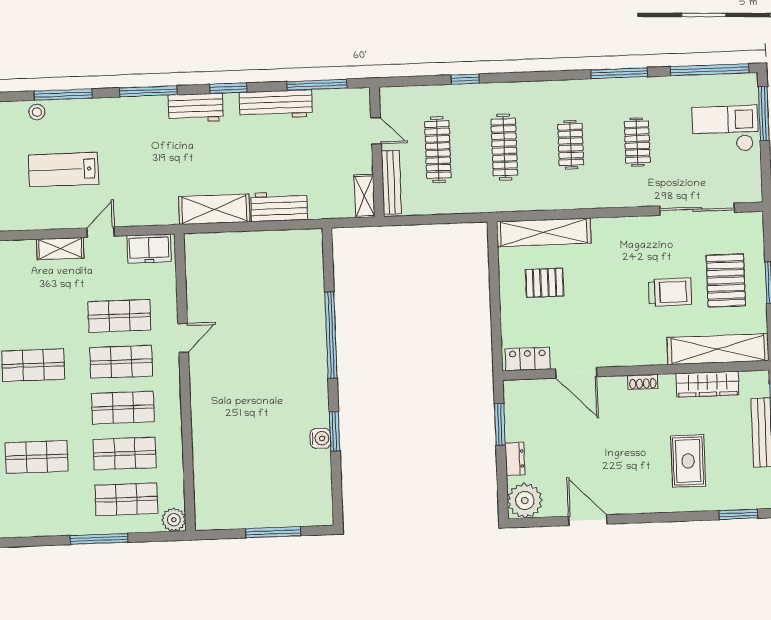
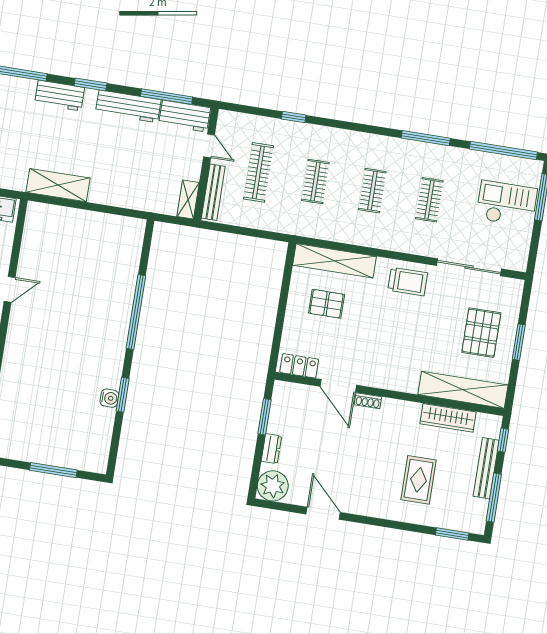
clothes rail: (504, 147) -> (315, 182), width x0.73
workbench: (279, 206) -> (185, 116), moved, turned 180
trolley: (670, 292) -> (408, 282), moved
shoe rack: (643, 382) -> (368, 401), moved

